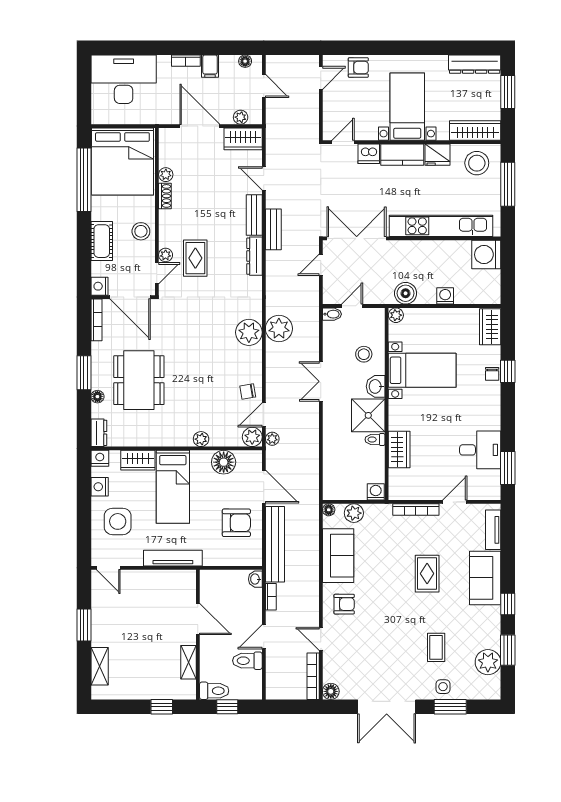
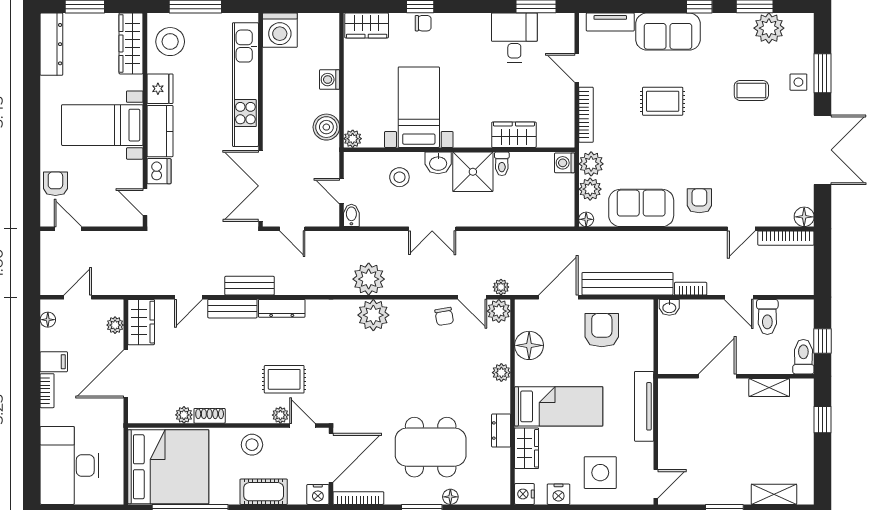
dresser: (99, 433) -> (501, 431), moved, turned -90
plant: (375, 514) -> (591, 164), added

